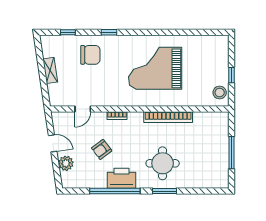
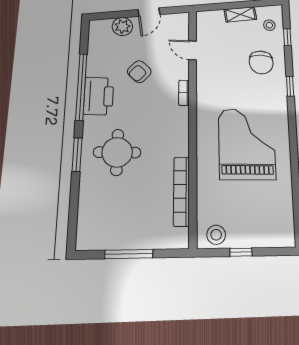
stool: (58, 47) -> (269, 25), added
bookcase: (168, 117) -> (181, 191), moved
armchair: (102, 149) -> (139, 72), turned -100

